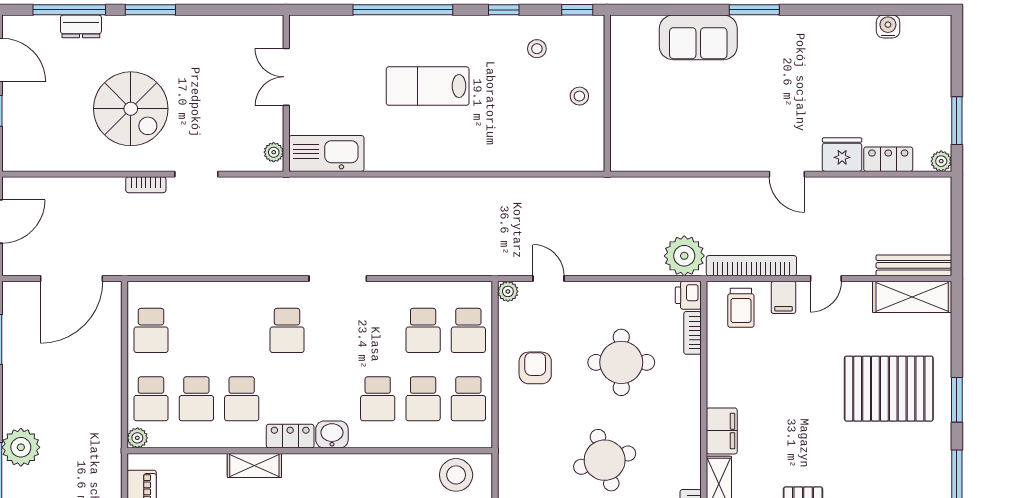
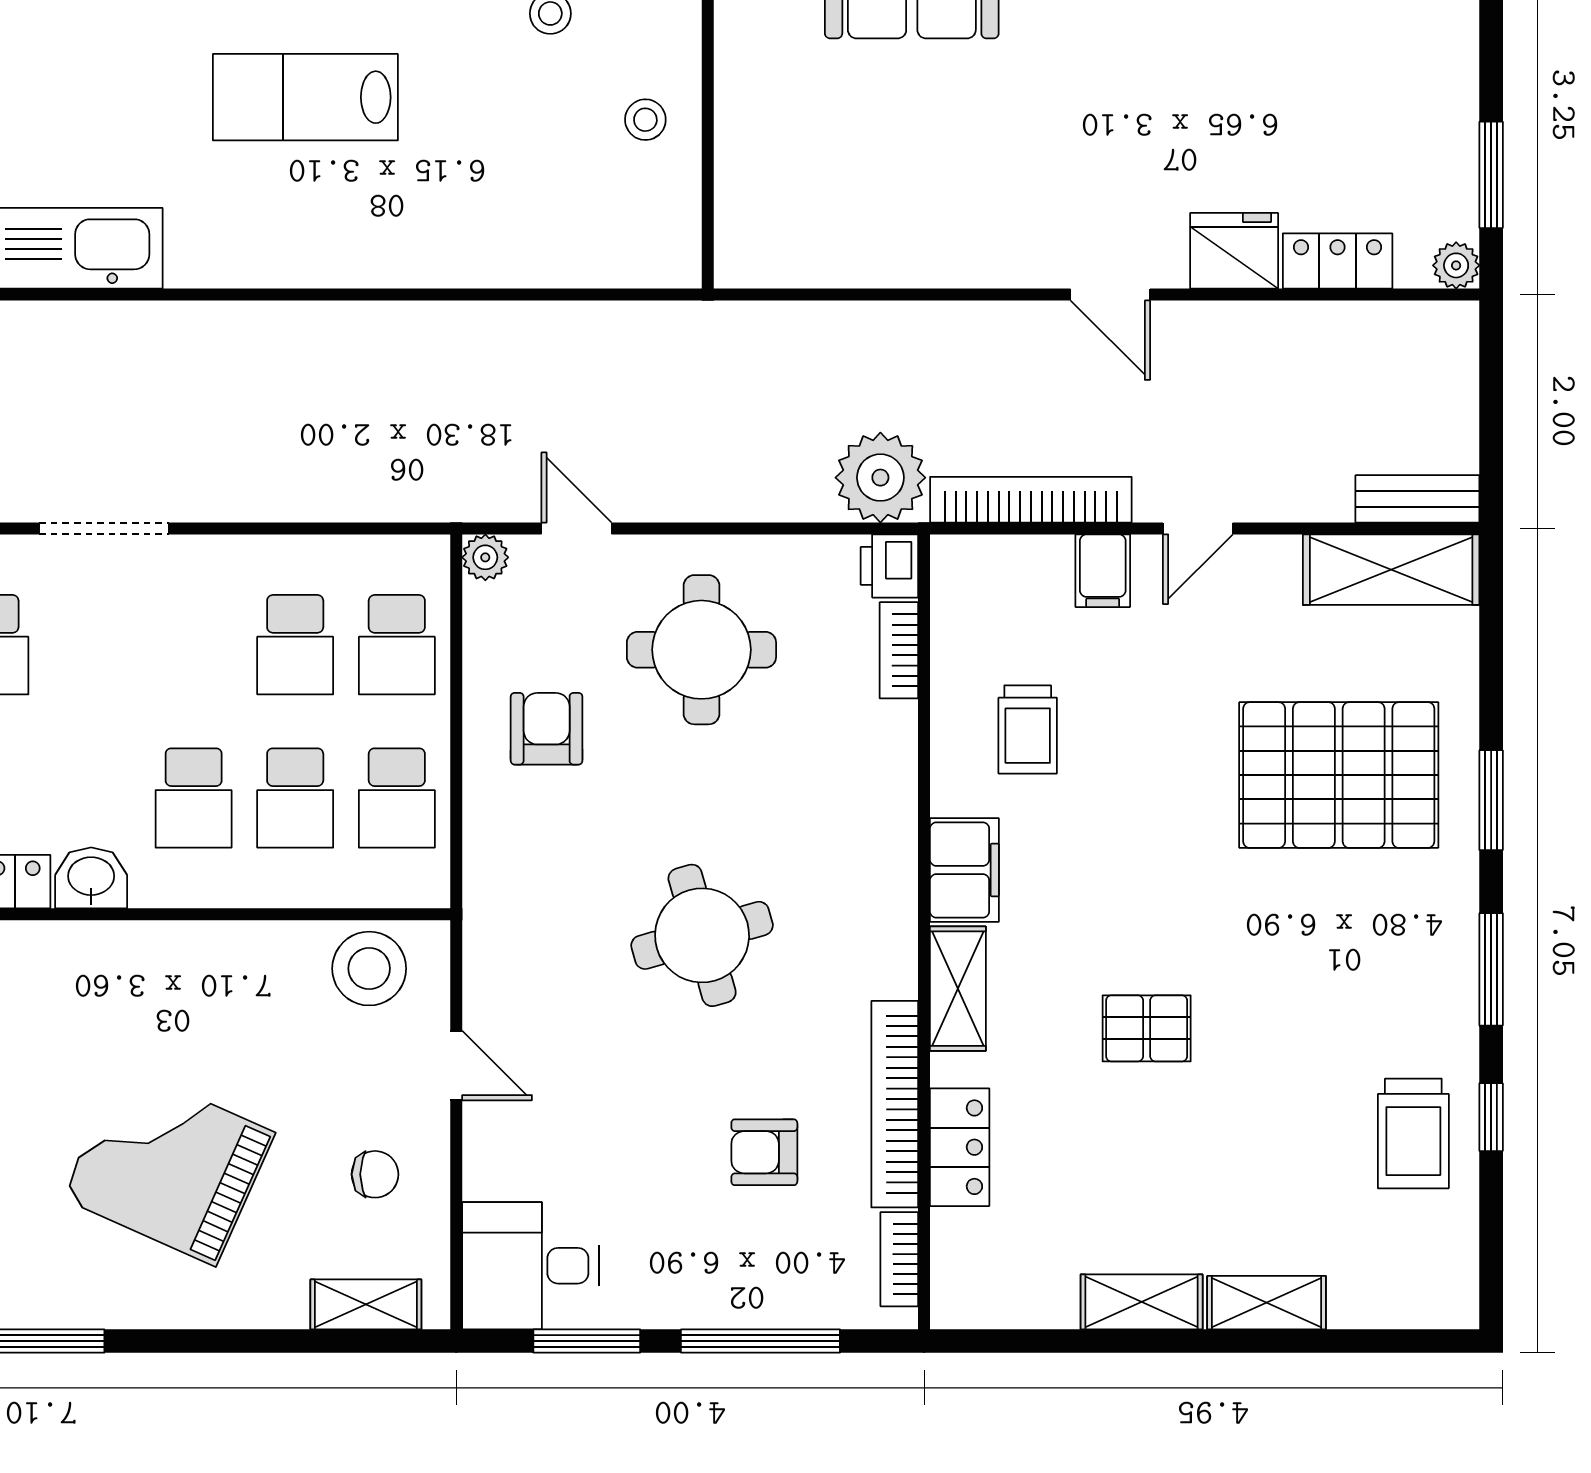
bench: (914, 265) -> (1417, 499), width x0.73
trolley: (741, 308) -> (1028, 729), moved
round table: (621, 362) -> (701, 650), moved

